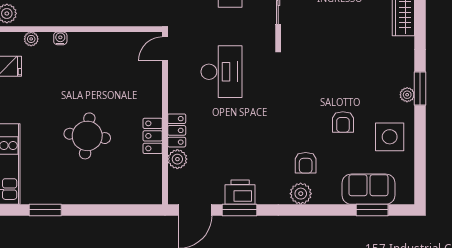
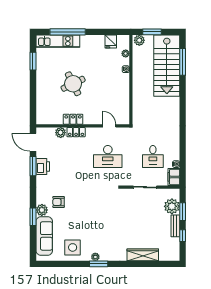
door: (165, 49) -> (109, 126), moved
armchair: (343, 122) -> (81, 222), removed
round table: (87, 136) -> (73, 84), turned -33
sofa: (368, 189) -> (44, 236), width x1.36
plant: (301, 194) -> (42, 210), moved
window: (372, 210) -> (33, 217), moved

